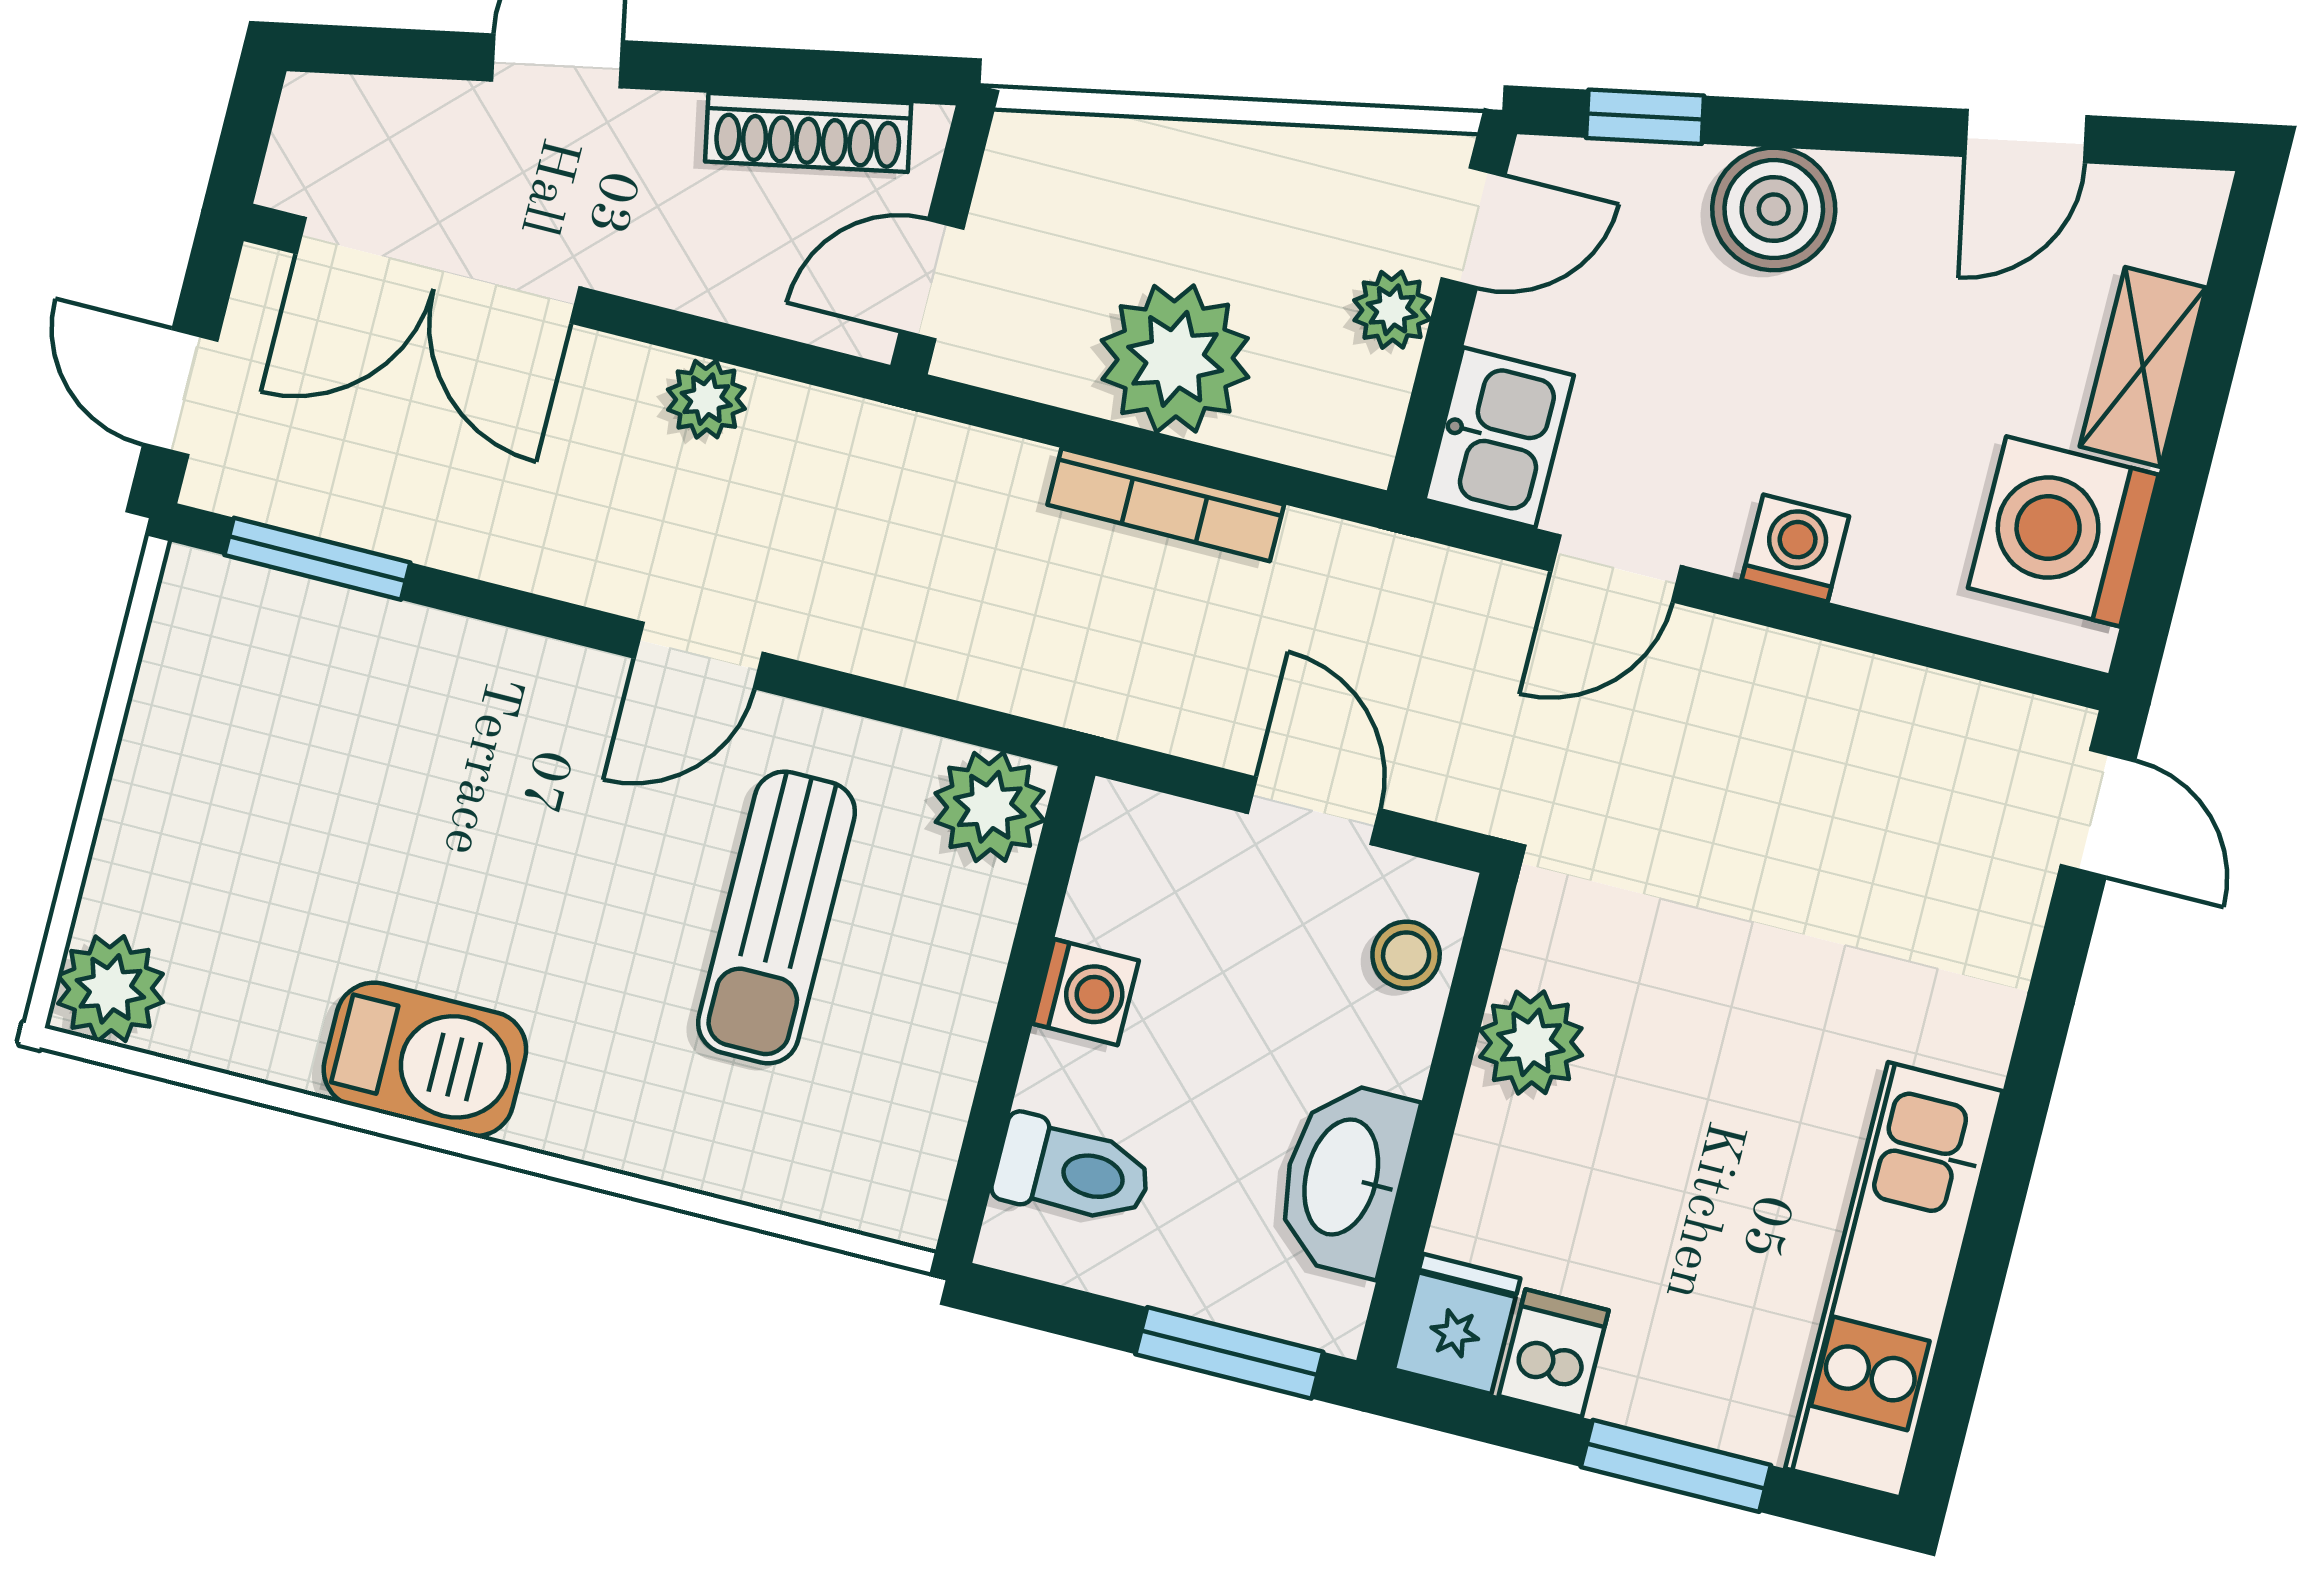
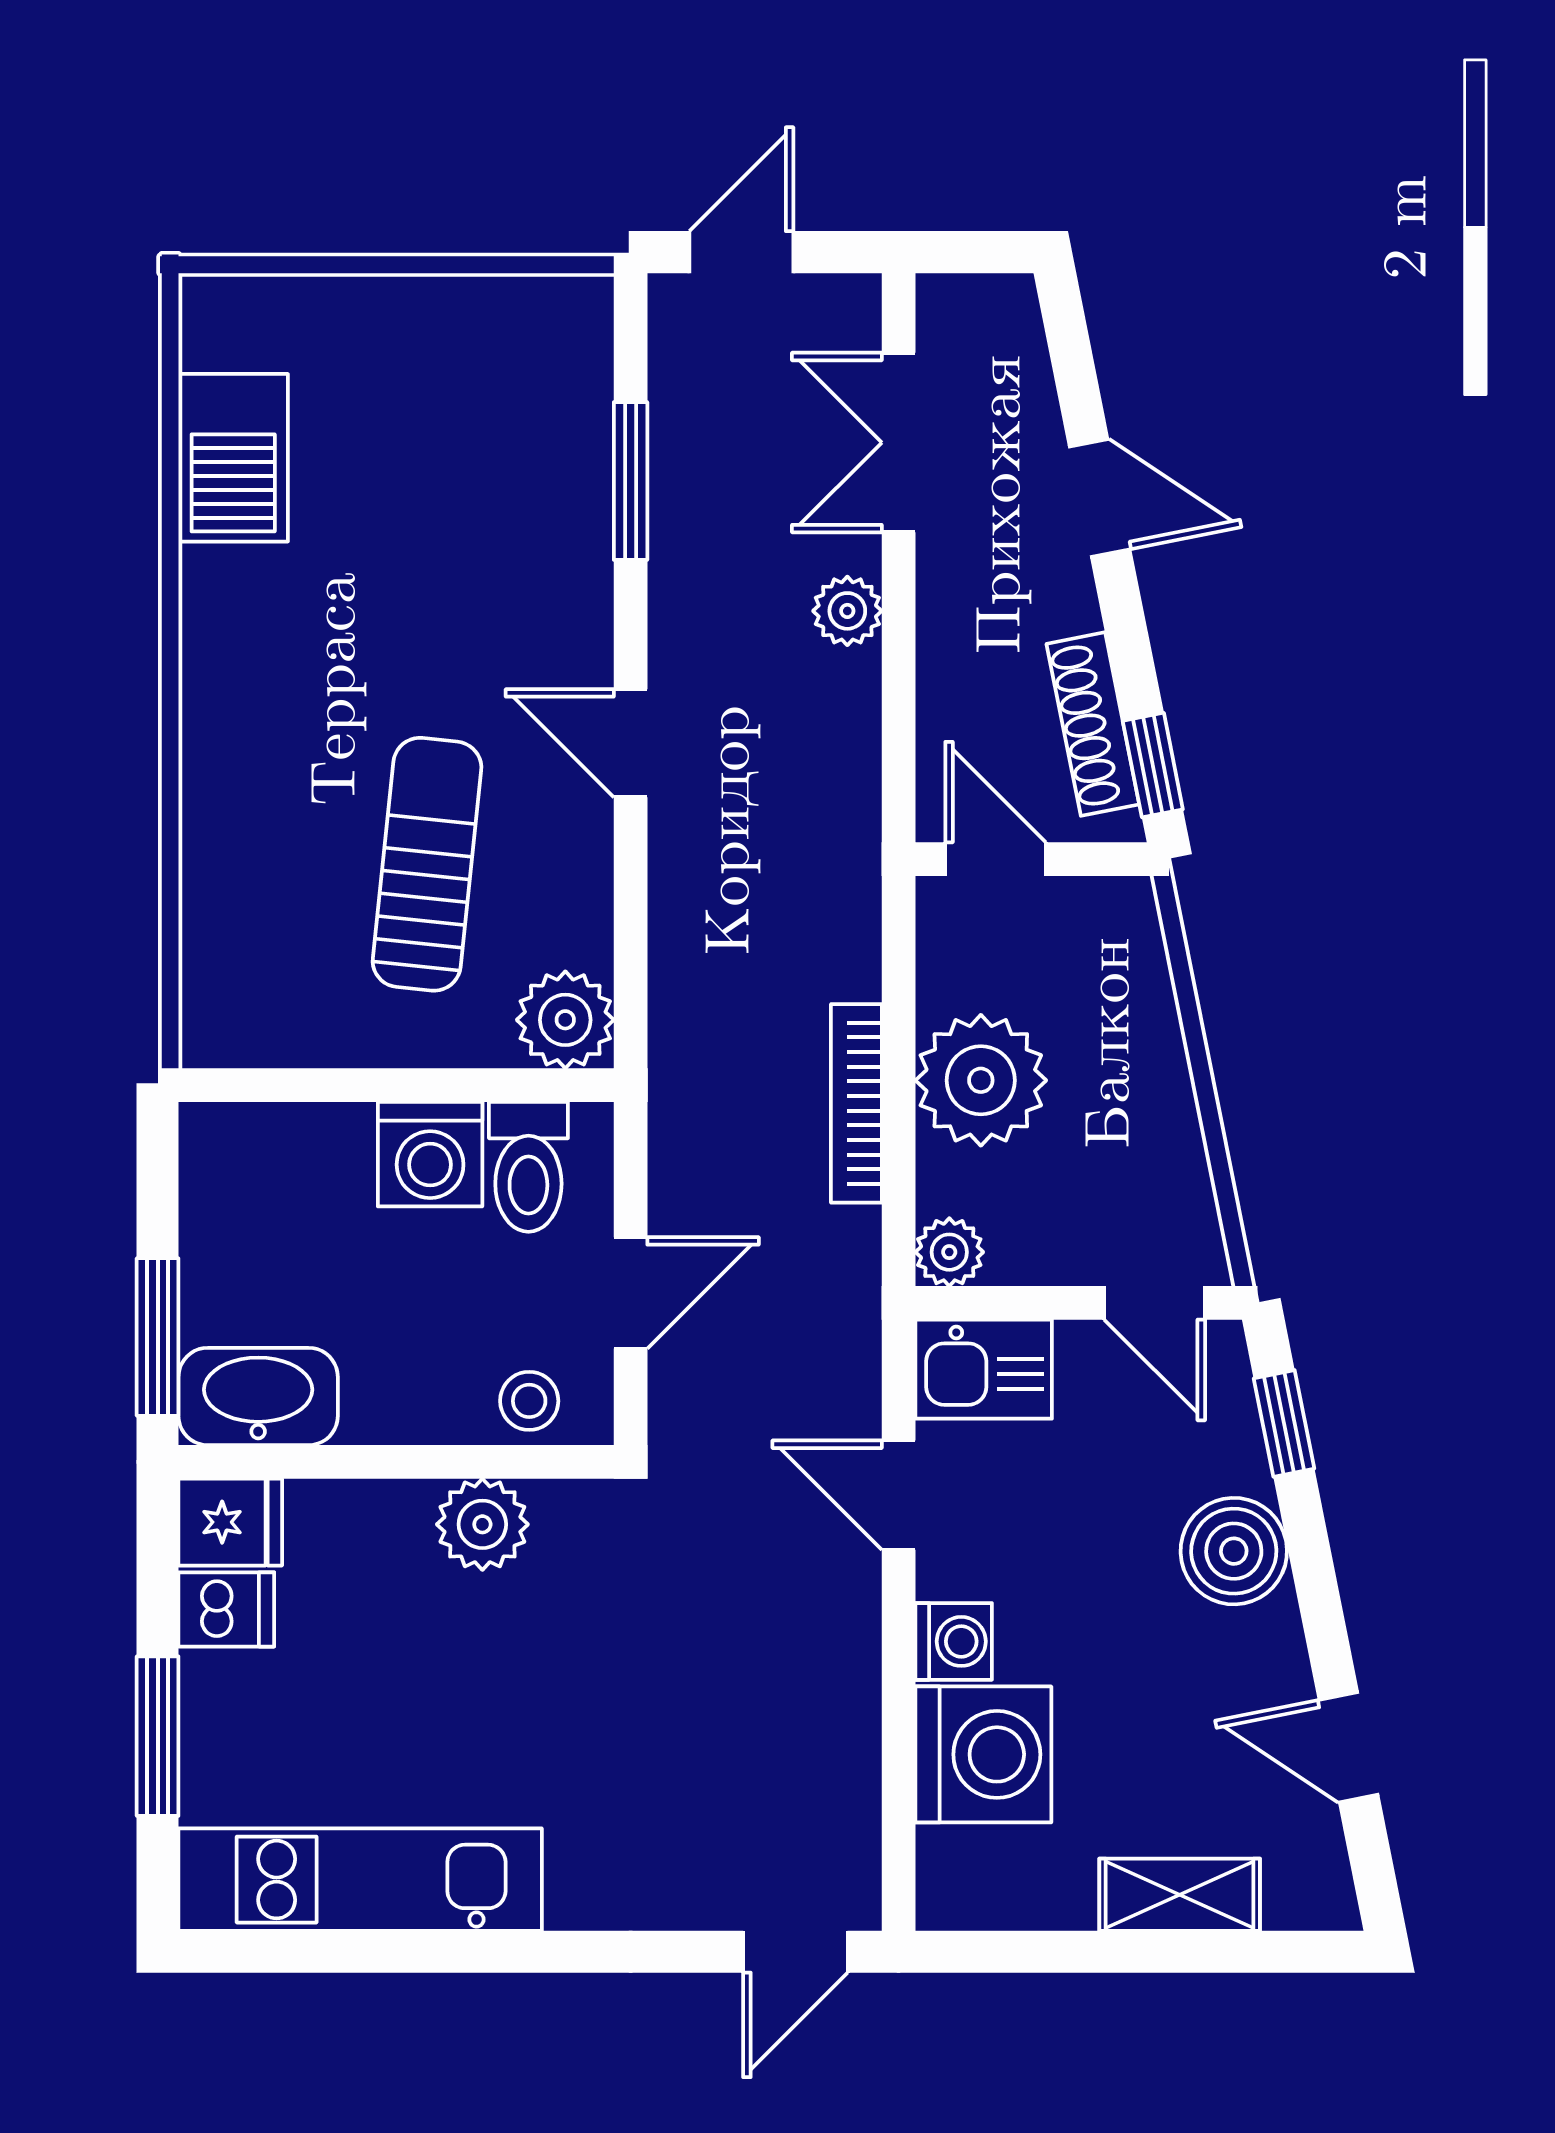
window: (871, 77) -> (1153, 765), added
double door: (438, 270) -> (899, 443), width x0.73
plant: (1392, 310) -> (949, 1252), moved
plant: (706, 399) -> (847, 611), moved
washing machine: (2063, 531) -> (983, 1754), moved, turned 90
window: (317, 559) -> (631, 481), moved
sun lounger: (776, 917) -> (427, 864), turned 96
plant: (110, 989) -> (226, 320), removed
washing machine: (1086, 992) -> (430, 1154), width x1.38, depth x1.38
barbecue: (425, 1059) -> (233, 458), moved
toilet: (1073, 1171) -> (528, 1167), moved
washbasin: (1344, 1178) -> (258, 1396), moved

